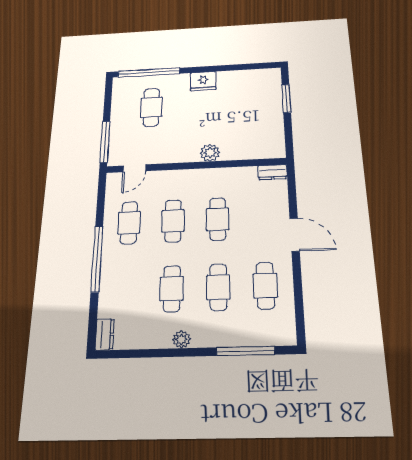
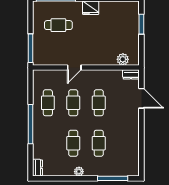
cafe table: (151, 107) -> (58, 25), turned 90
plant: (210, 153) -> (123, 59), moved
door: (134, 168) -> (74, 68), moved
door: (295, 235) -> (141, 98), moved
cafe table: (265, 286) -> (124, 143), removed

